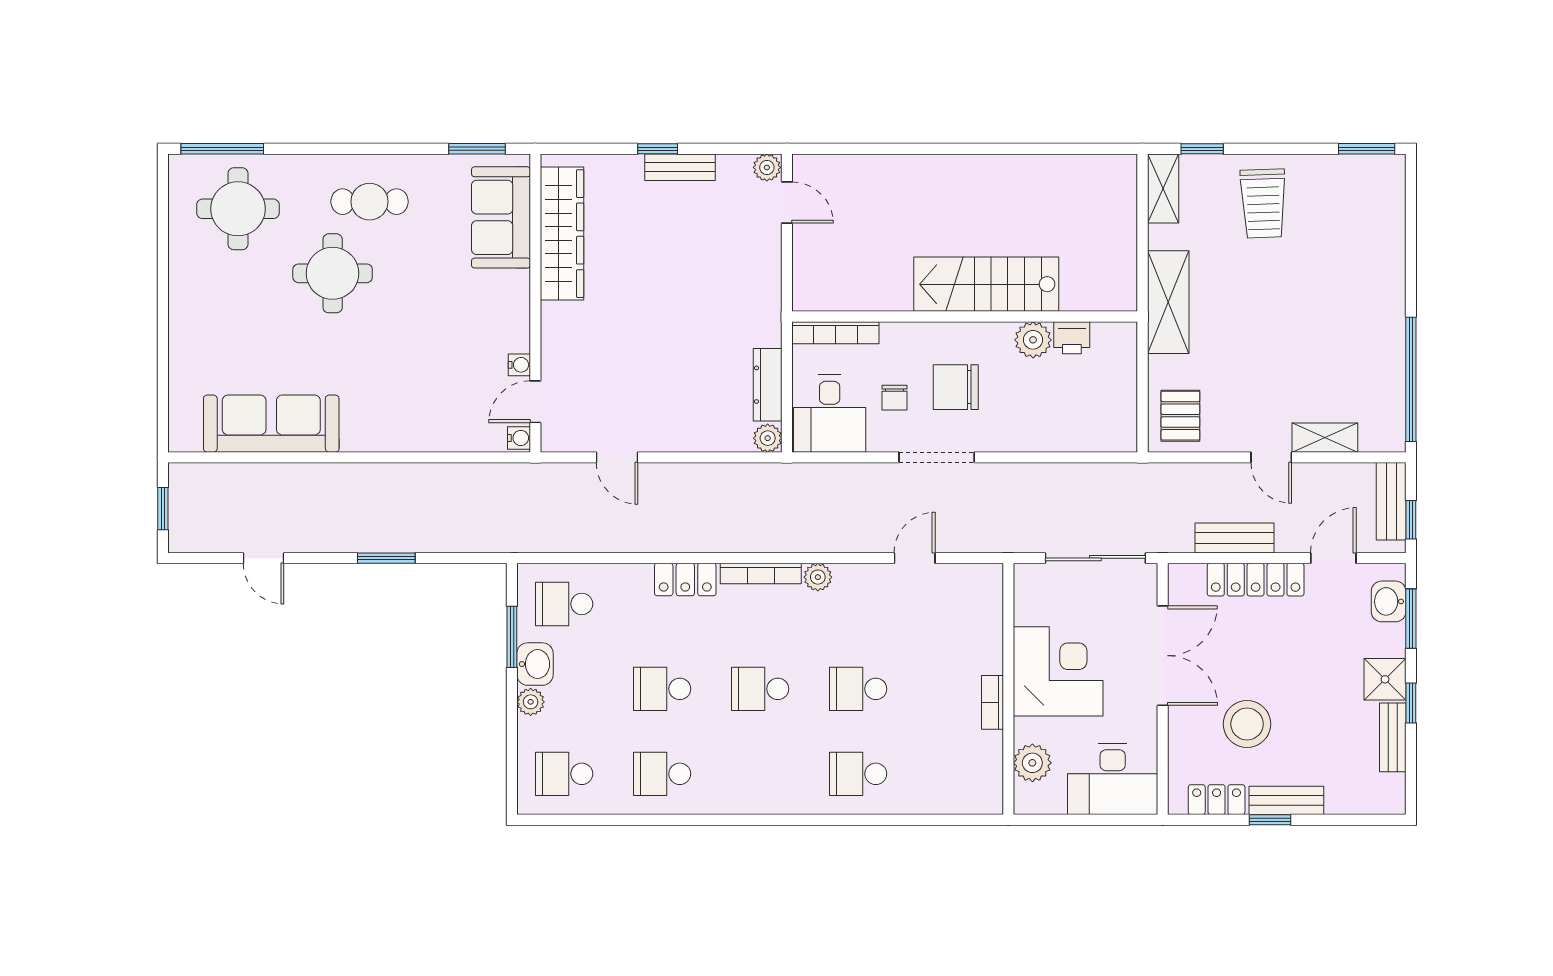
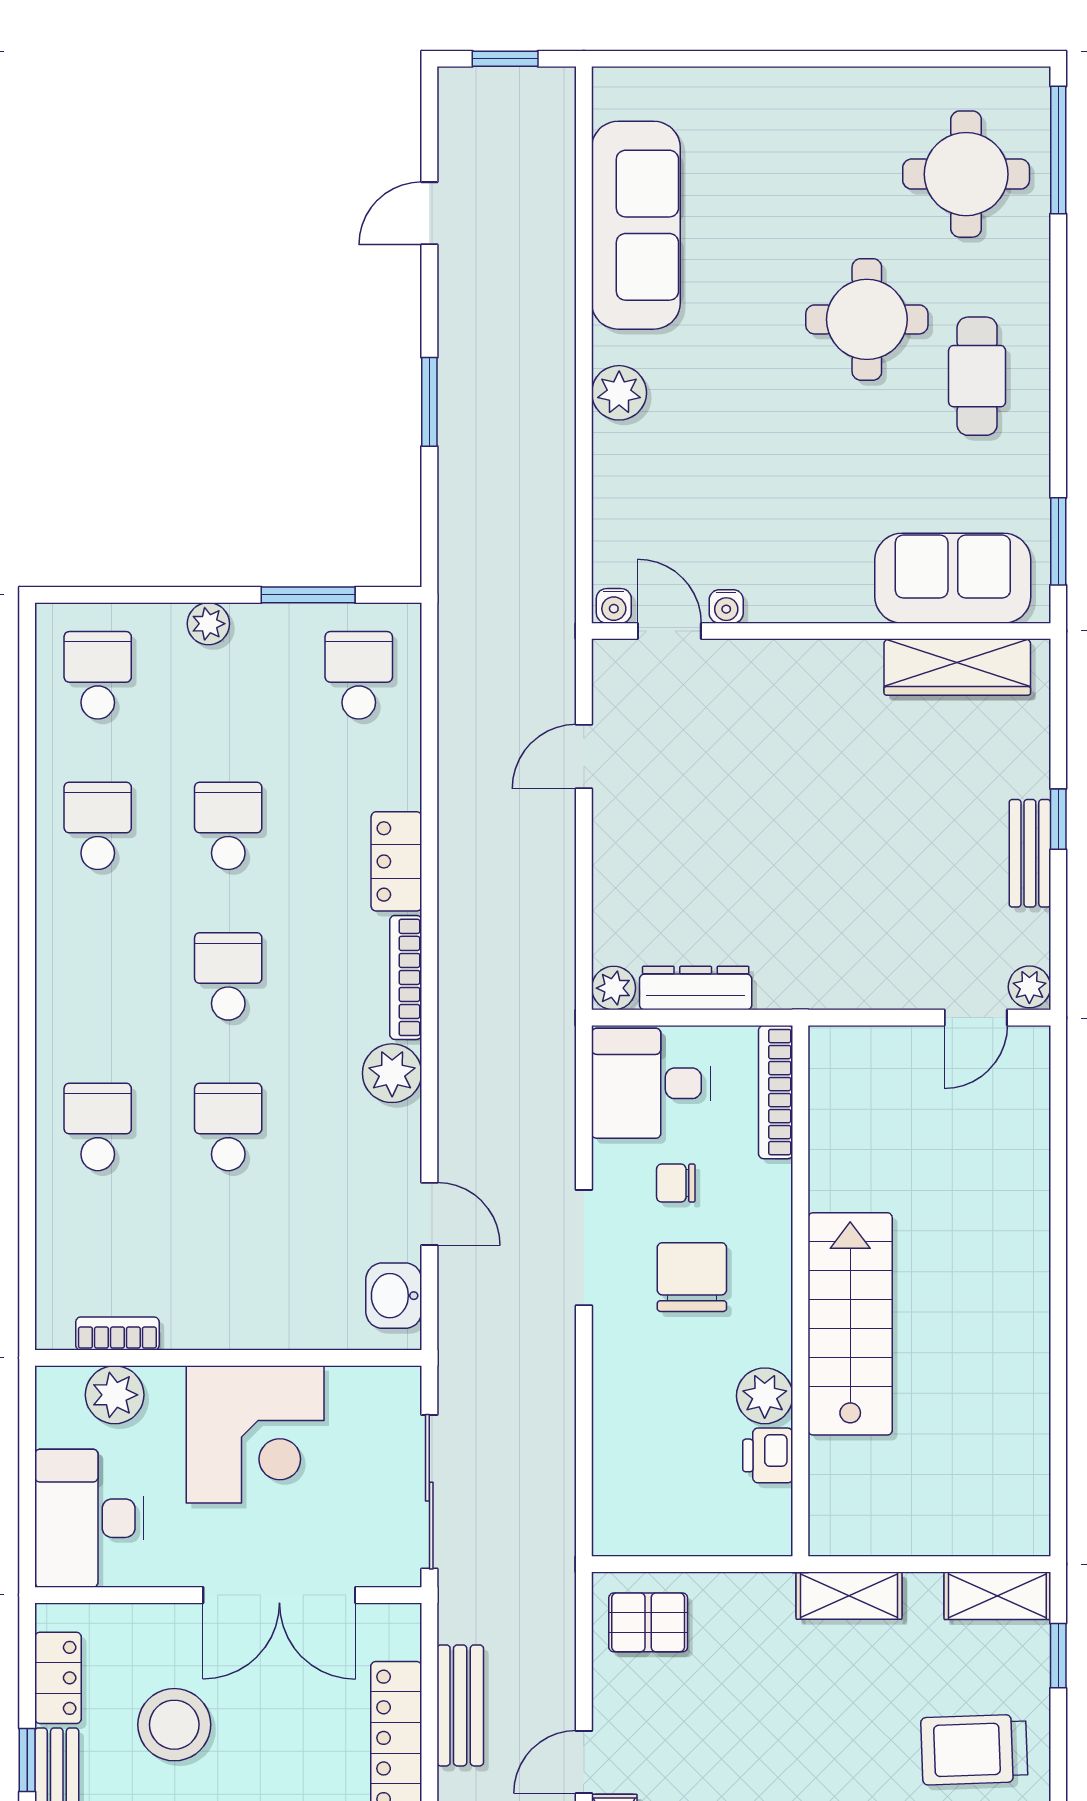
wardrobe: (562, 234) -> (957, 667), width x0.71, depth x0.85
shelving: (1168, 302) -> (849, 1596), width x0.67, depth x0.75
plant: (380, 435) -> (619, 393), added
plant: (818, 577) -> (392, 1073), width x1.38, depth x1.38
washbasin: (535, 664) -> (394, 1296), moved, turned 90
bookcase: (992, 702) -> (117, 1334), moved

